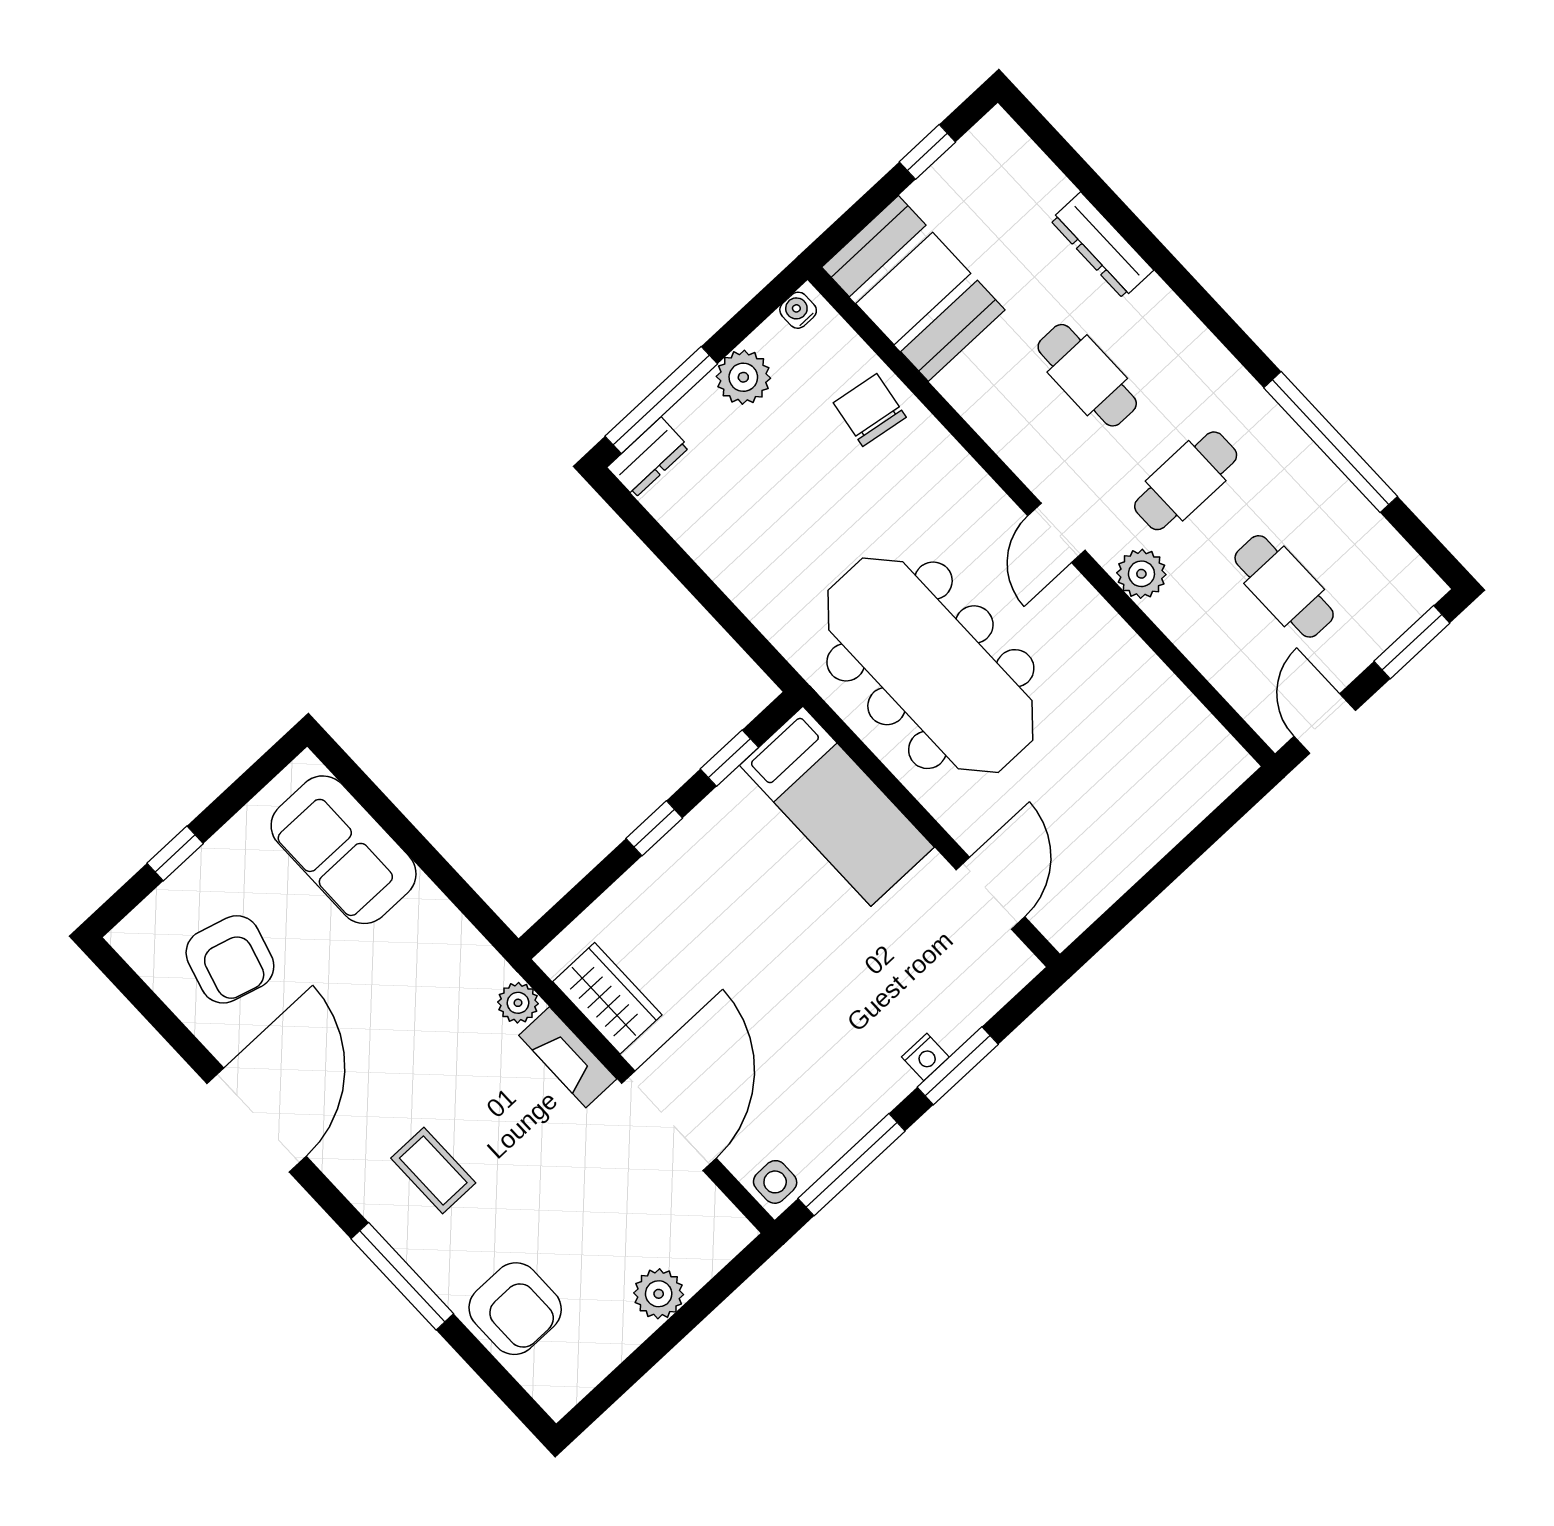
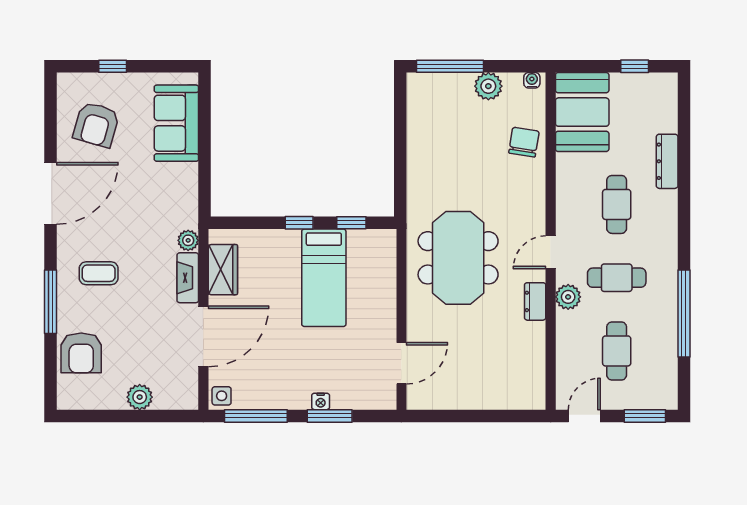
dresser: (648, 457) -> (535, 301), moved, turned 90
meeting table: (930, 665) -> (458, 258), width x0.73
bed: (837, 806) -> (324, 278), moved
coffee table: (433, 1170) -> (99, 273), turned 90

